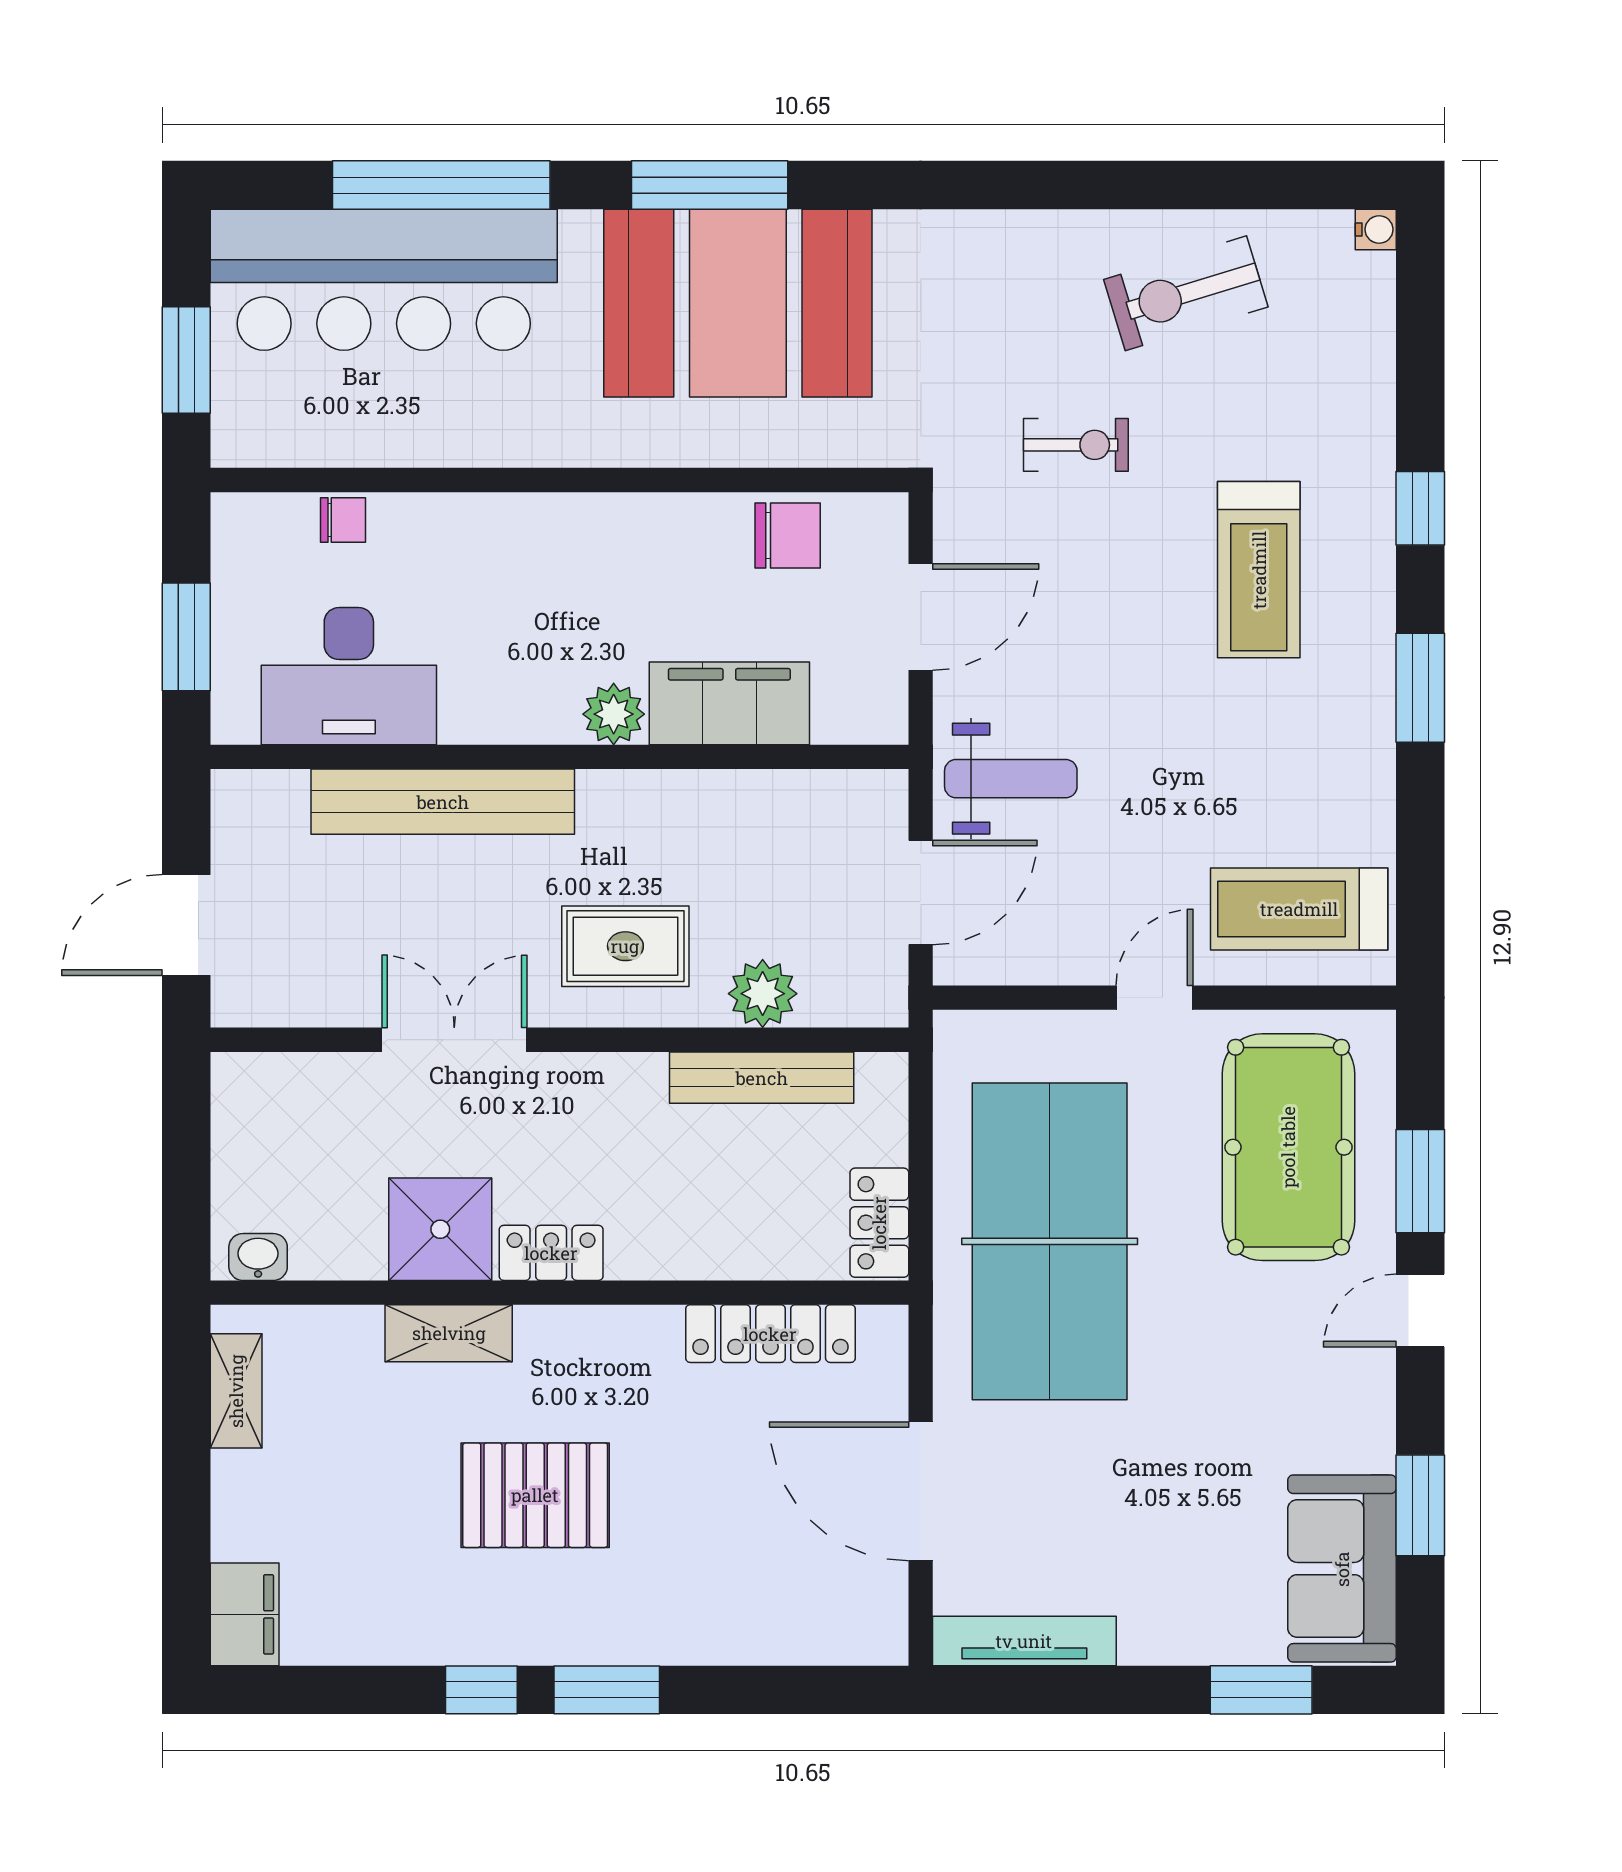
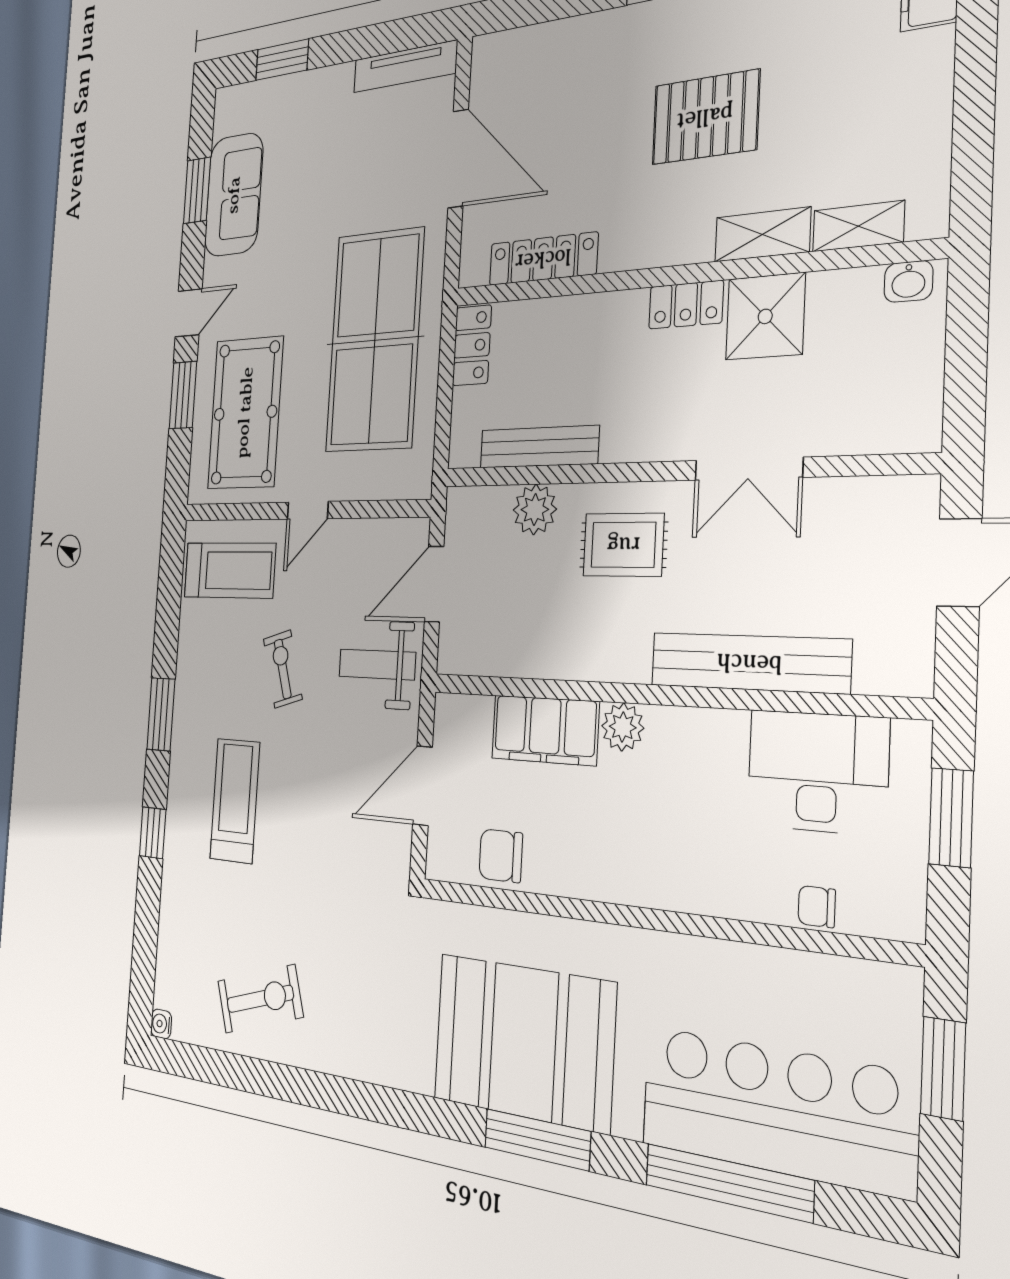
exercise bike: (1076, 445) -> (283, 669), moved, turned 73
shelving: (236, 1391) -> (858, 226), moved, turned 90
sofa: (1342, 1569) -> (234, 195), moved

